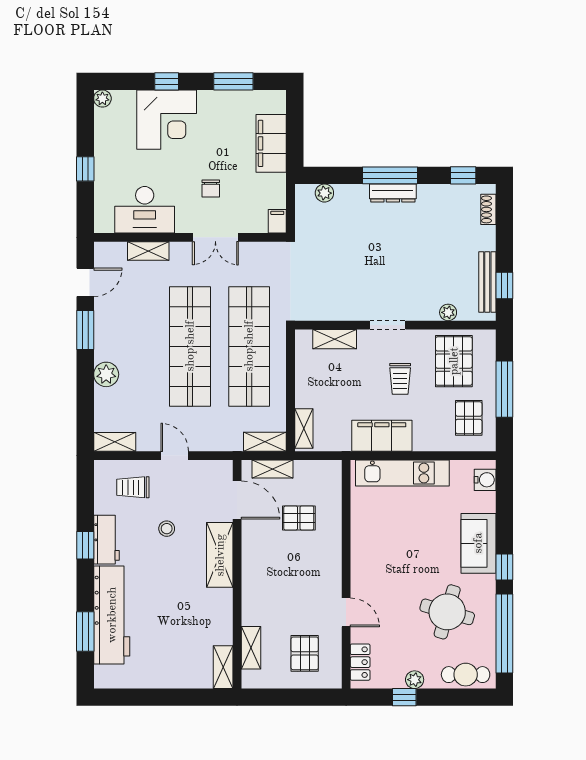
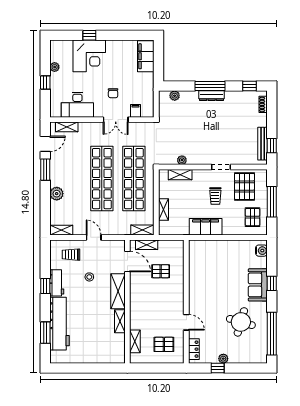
window: (233, 81) -> (125, 35), removed
plant: (102, 99) -> (55, 67), moved
filing cabinet: (271, 143) -> (146, 56), moved
filing cabinet: (277, 221) -> (135, 111), moved
shelving: (148, 251) -> (67, 127), moved
plant: (448, 312) -> (182, 160), moved
doorway: (388, 325) -> (221, 167), moved
shelving: (304, 429) -> (163, 209), moved
kitchen unit: (402, 473) -> (217, 247), removed
window: (504, 567) -> (272, 283), moved
pallet: (305, 653) -> (164, 344), turned 90
shelving: (223, 667) -> (120, 321), moved
cafe table: (466, 675) -> (251, 356), removed

